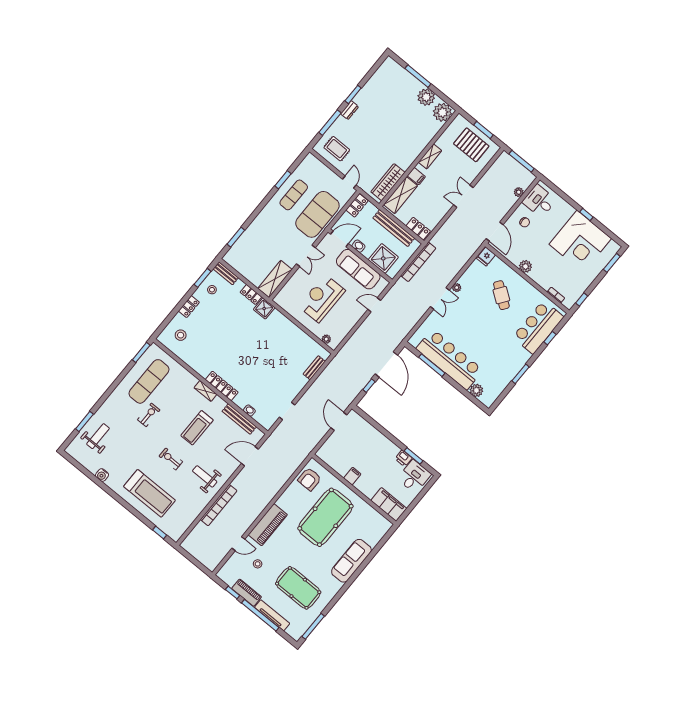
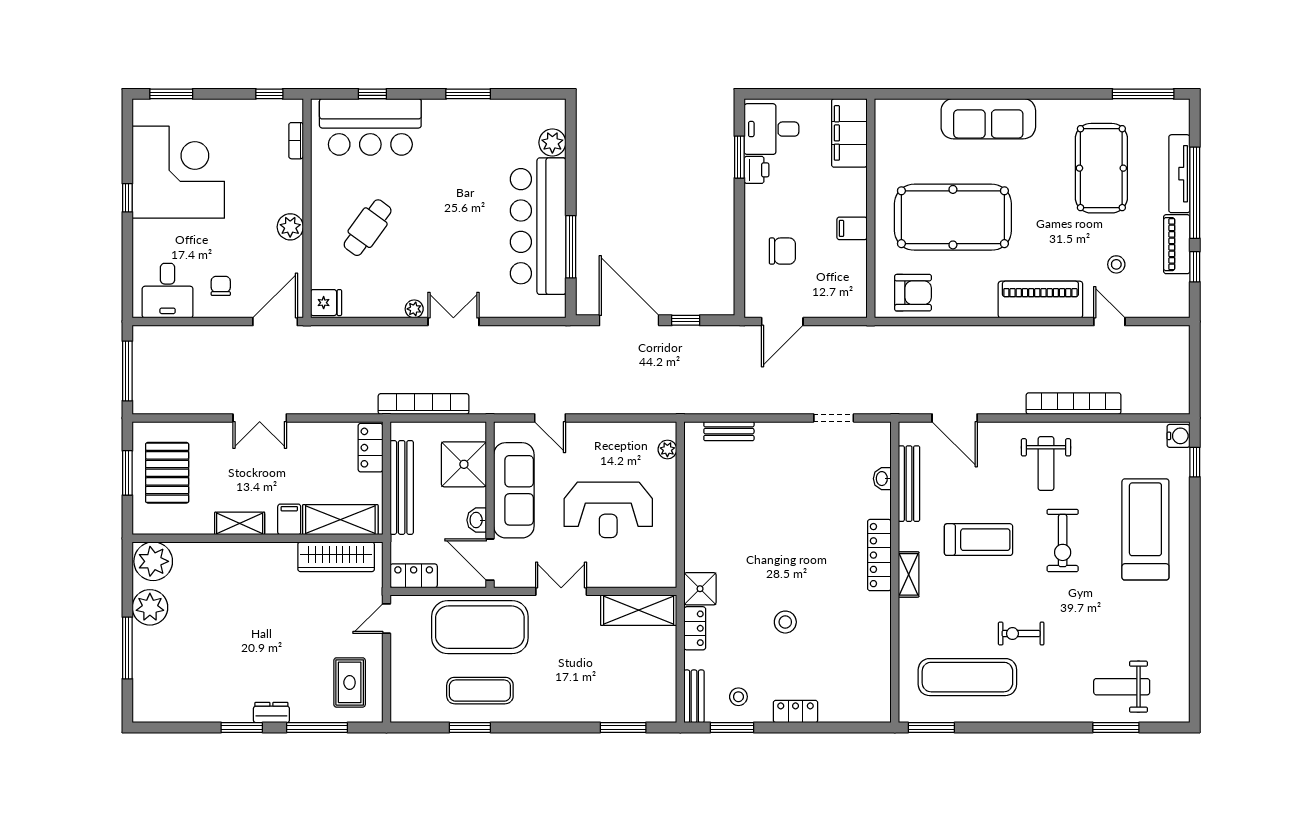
plant: (519, 192) -> (180, 335), removed
stool: (181, 335) -> (785, 622), moved
door: (386, 364) -> (629, 320), hinge flipped
chair: (365, 443) -> (782, 251), added
exercise bike: (171, 459) -> (1063, 541), width x1.38, depth x1.39
water cooler: (102, 475) -> (1178, 436), moved

